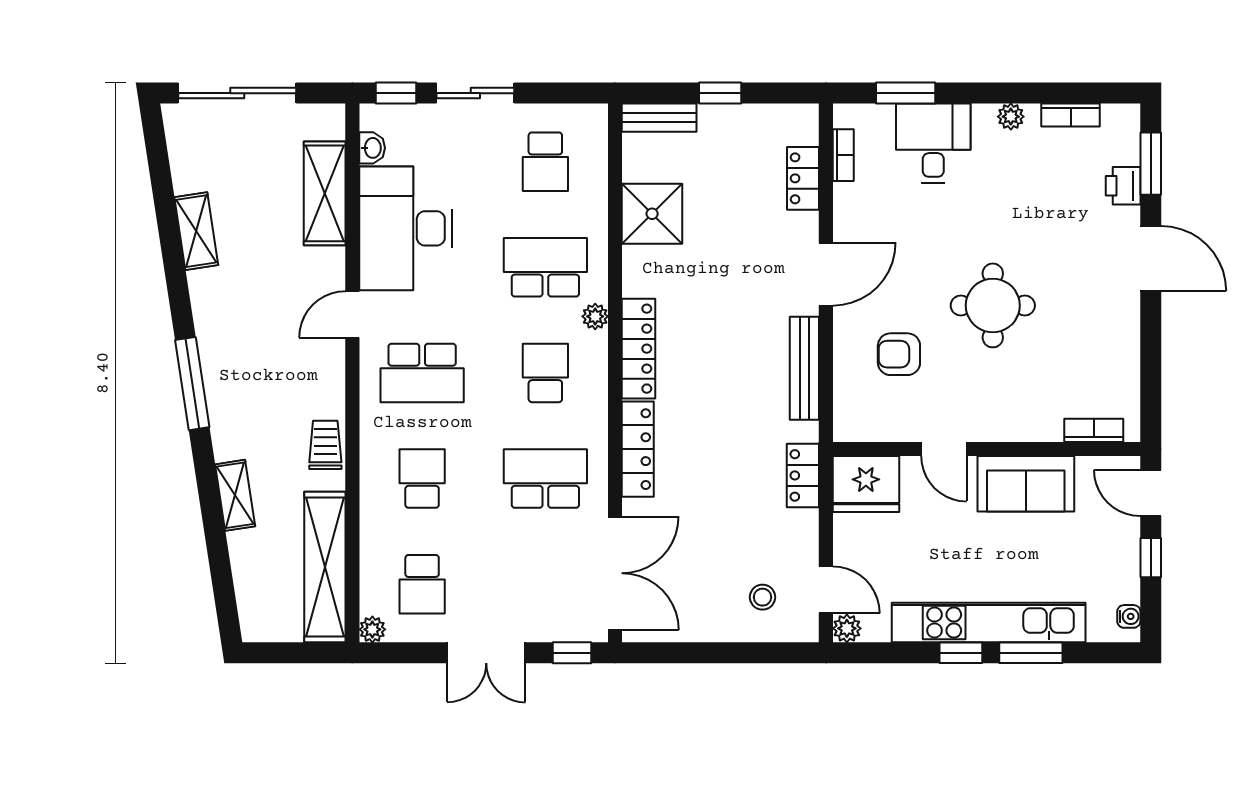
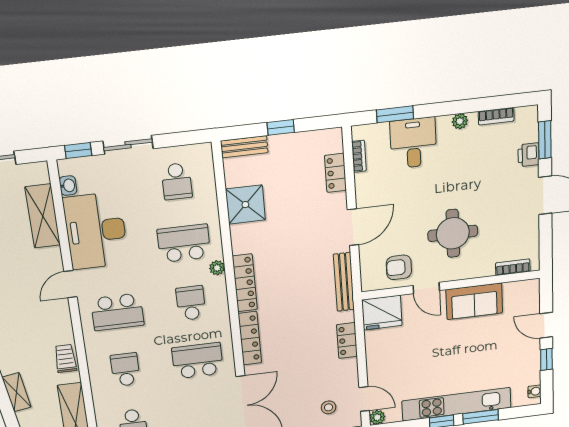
bookcase: (1094, 430) -> (513, 267), moved
door: (944, 449) -> (426, 288), moved
wall: (987, 449) -> (451, 285), moved
fridge: (866, 484) -> (382, 313), moved
sofa: (1026, 484) -> (474, 301), moved

